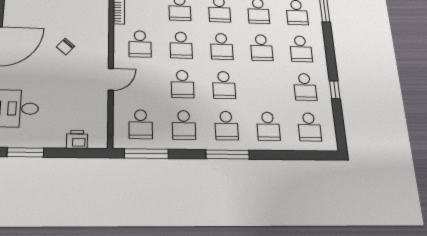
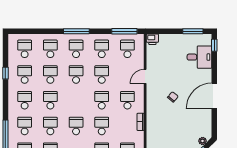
school desk: (222, 46) -> (50, 75), moved
printer: (77, 139) -> (152, 39), moved

